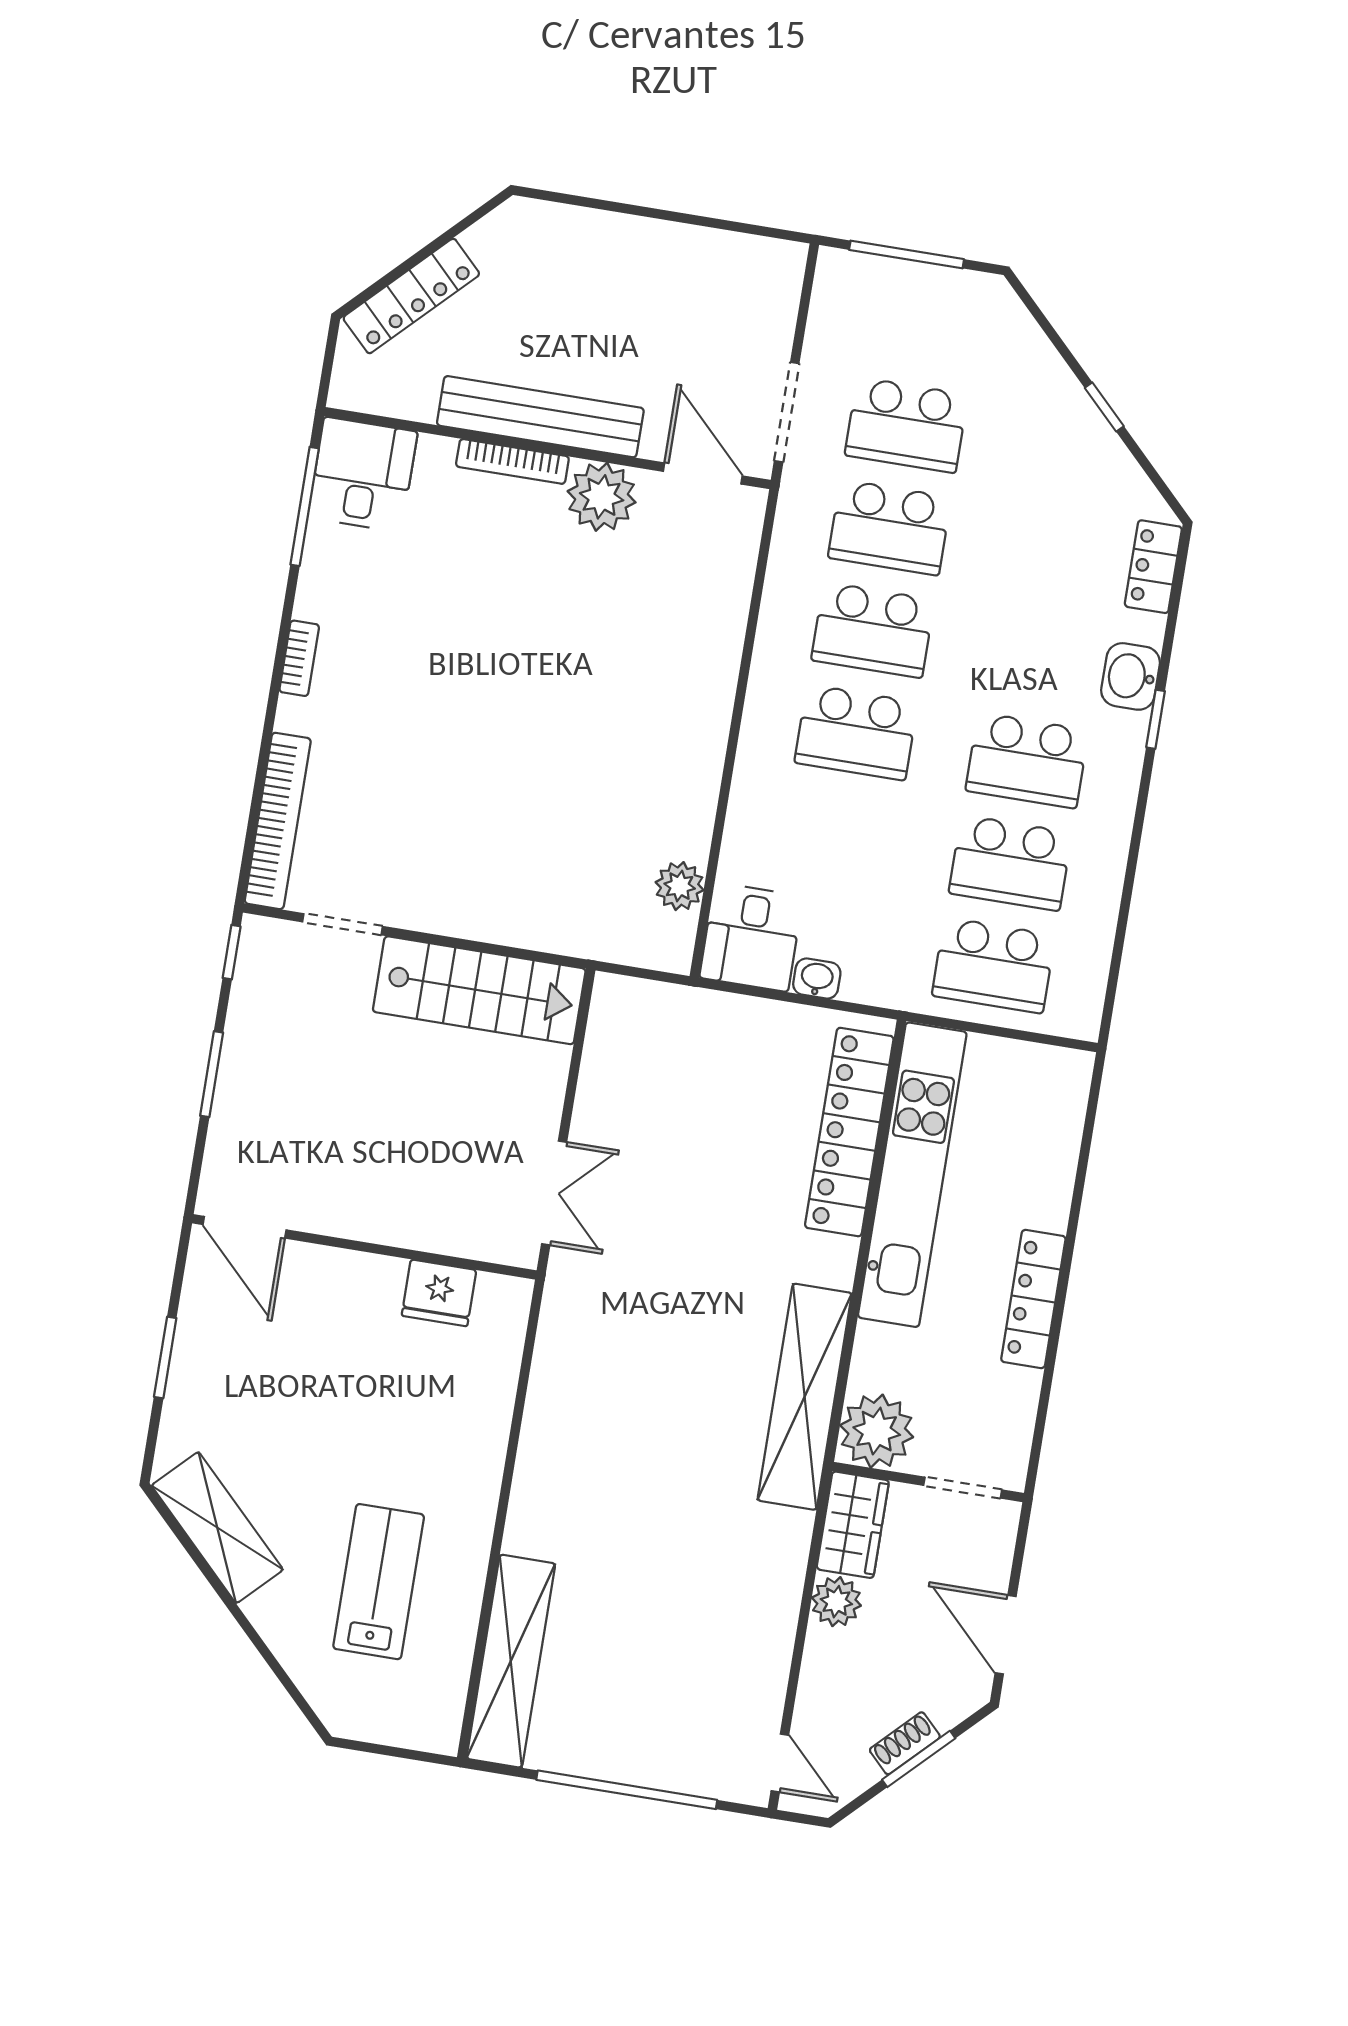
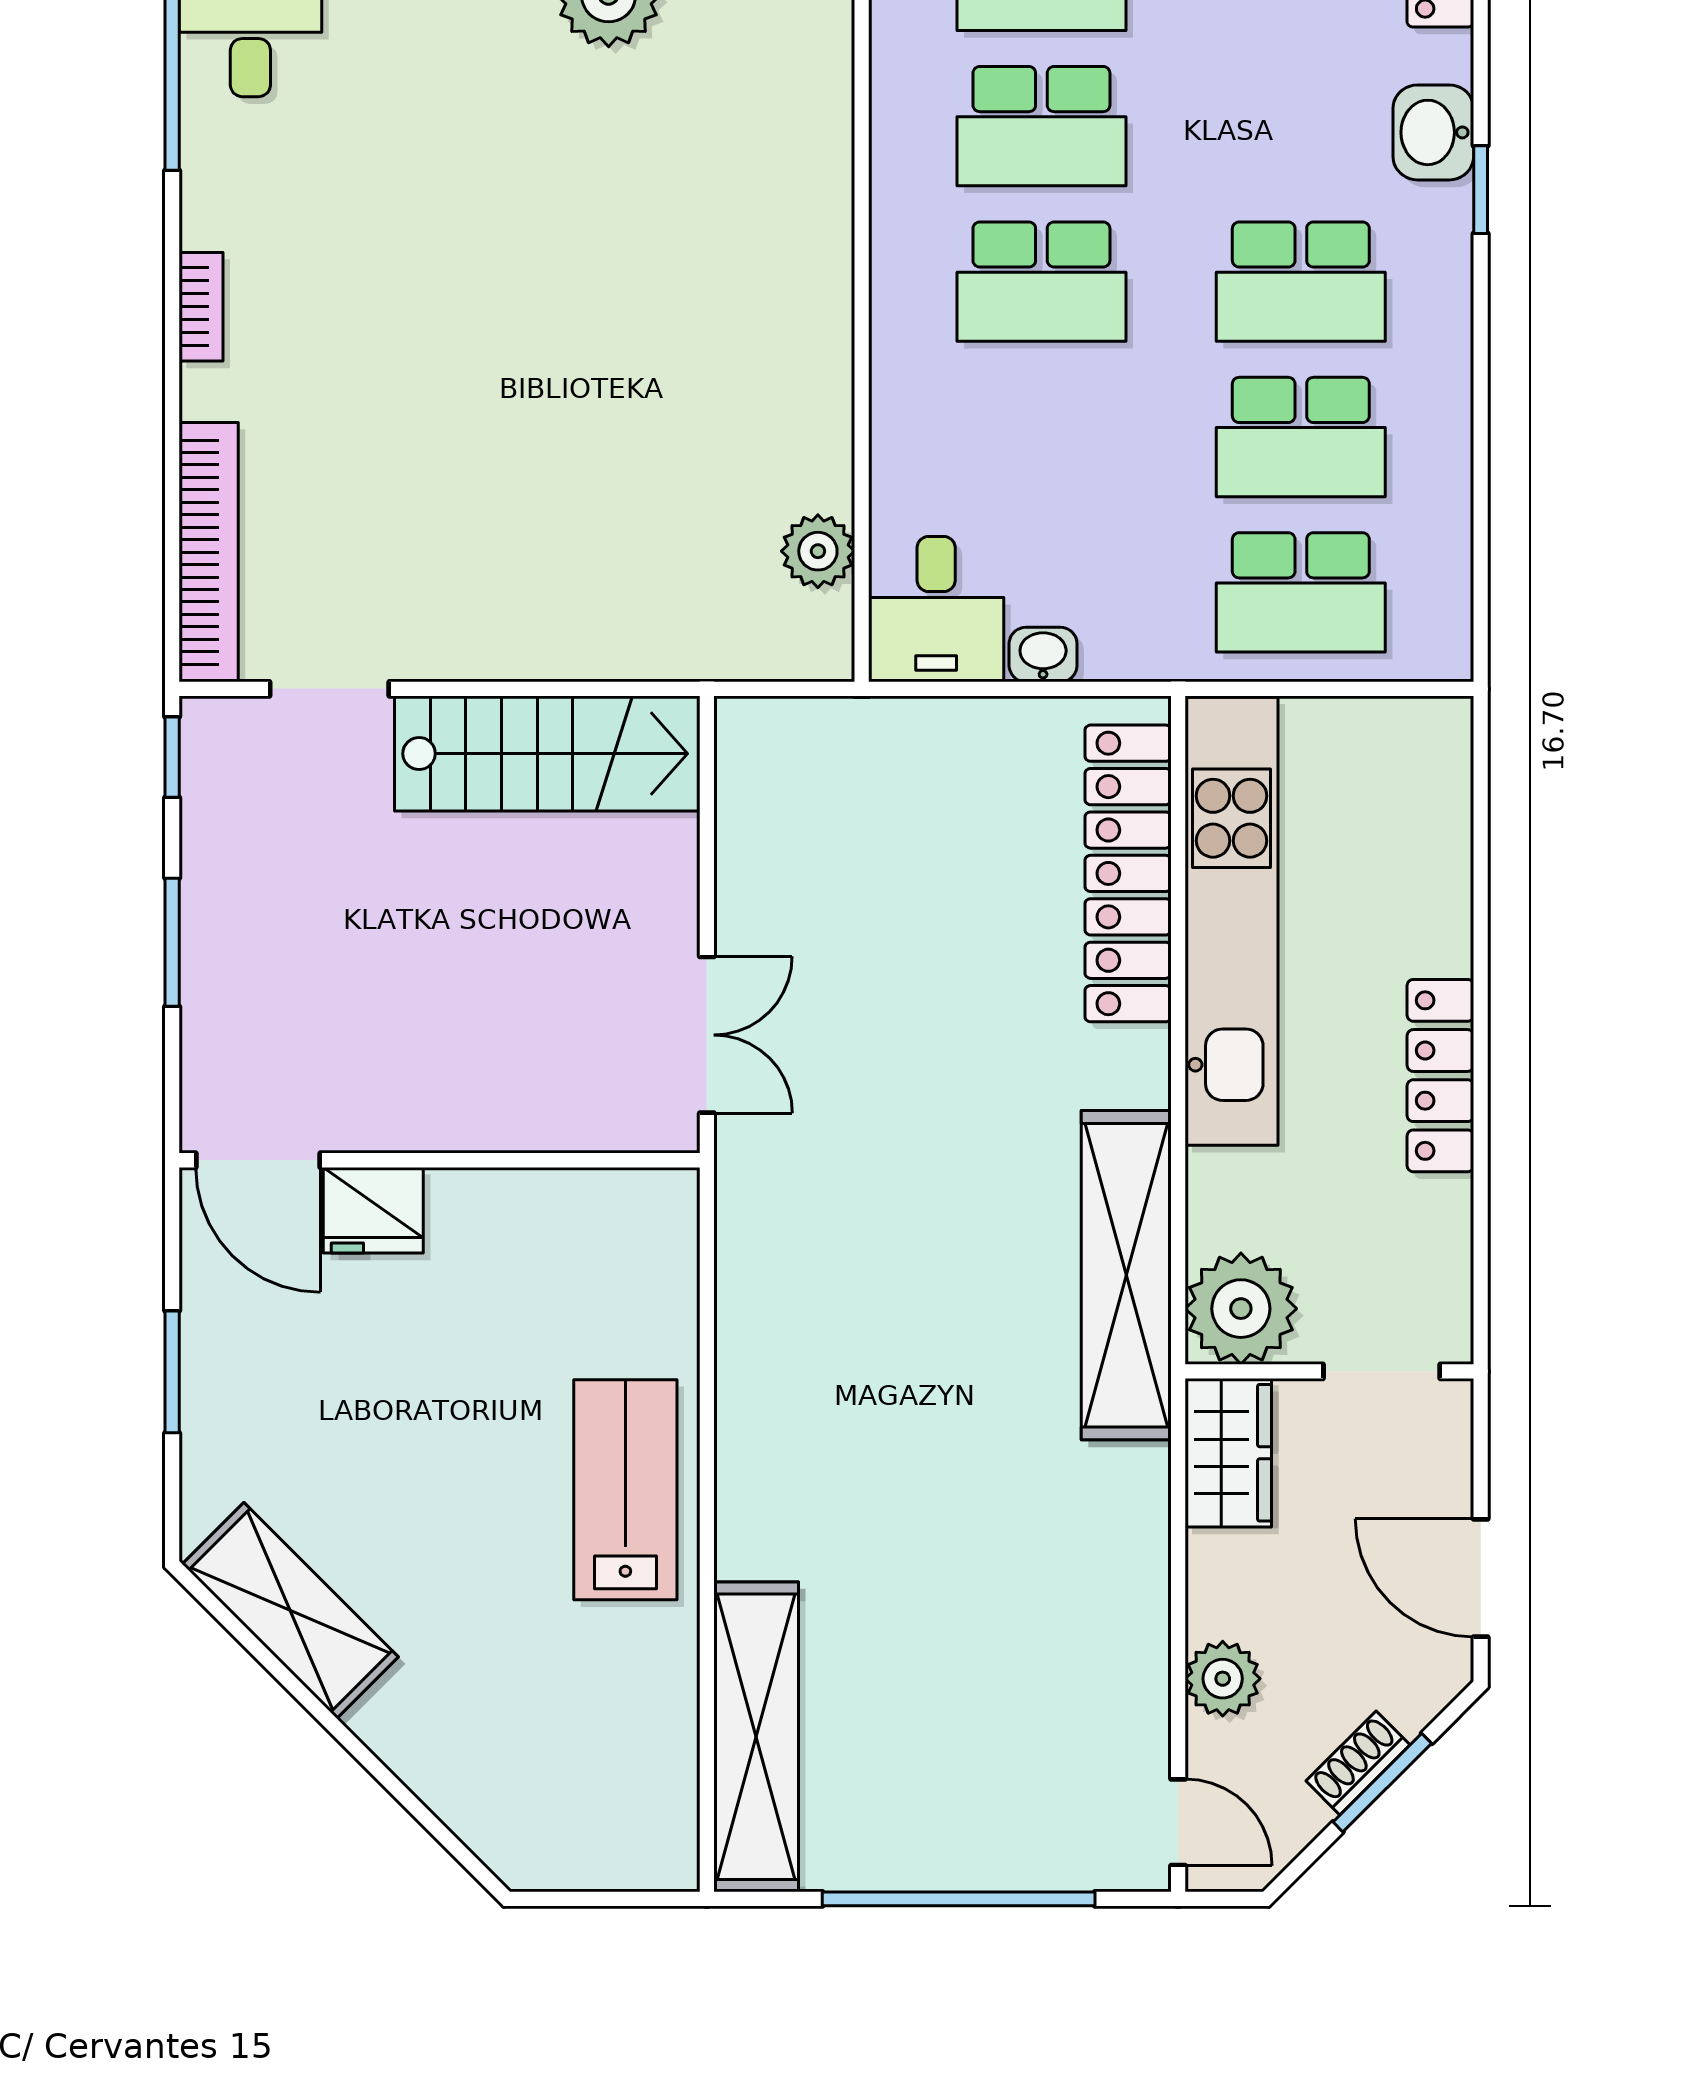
fridge: (439, 1293) -> (373, 1210), moved
lab bench: (379, 1582) -> (625, 1490), moved
plant: (836, 1602) -> (1223, 1679), moved

